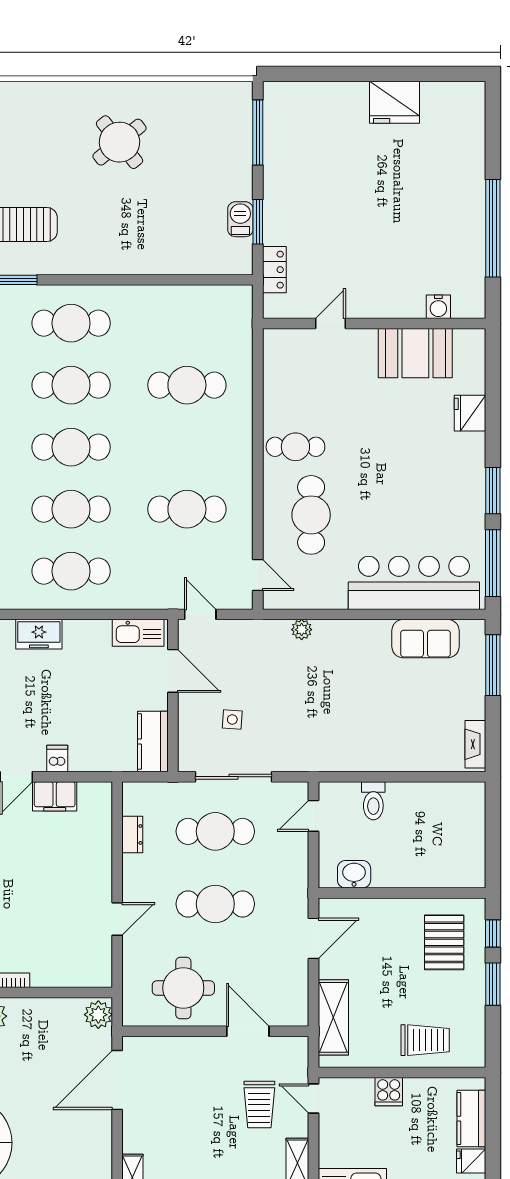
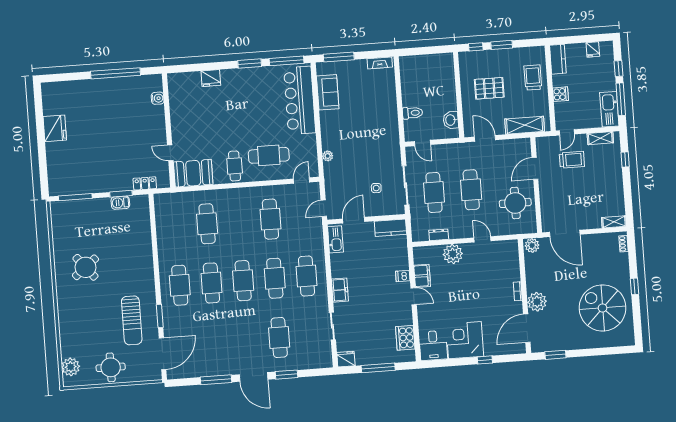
booth: (415, 353) -> (193, 173), moved, turned 90
plant: (93, 859) -> (453, 254), added
pallet: (444, 942) -> (489, 88), moved
kitchen counter: (471, 1119) -> (558, 59), moved, turned -90

